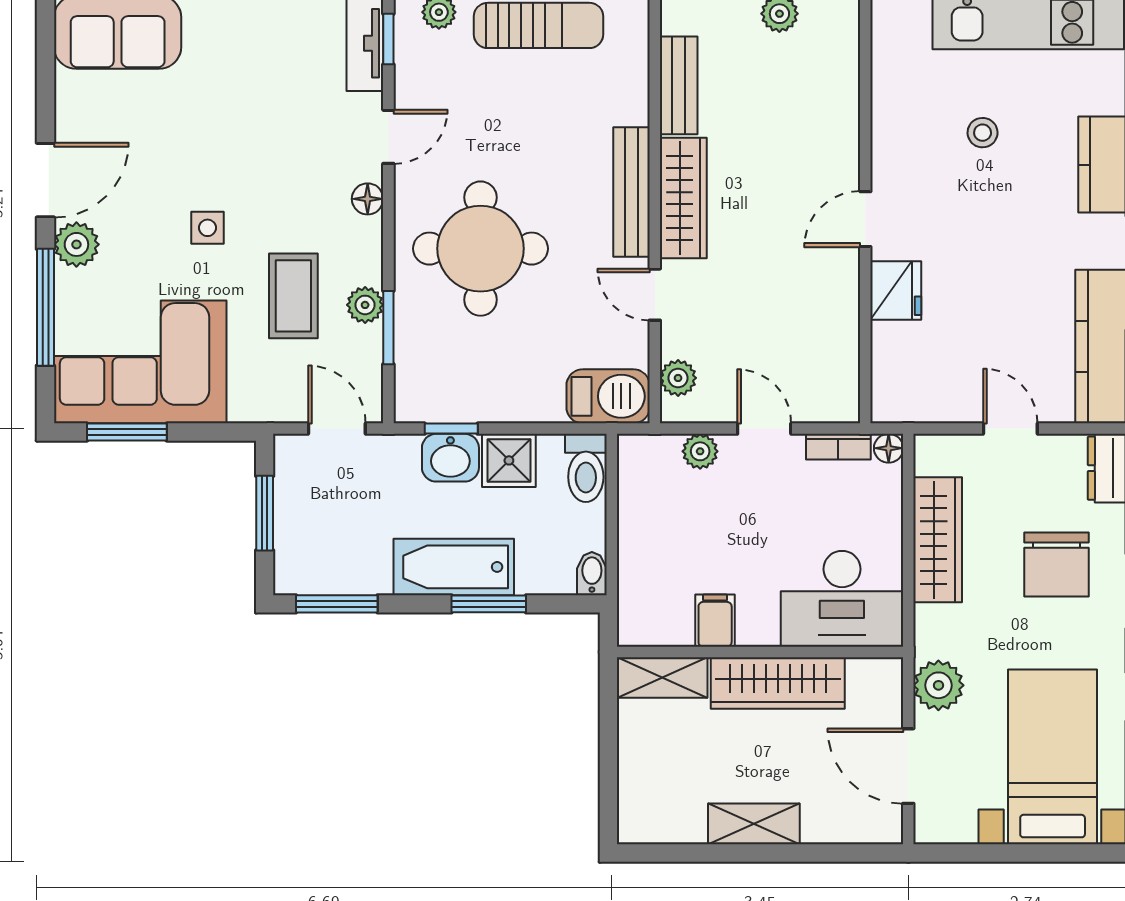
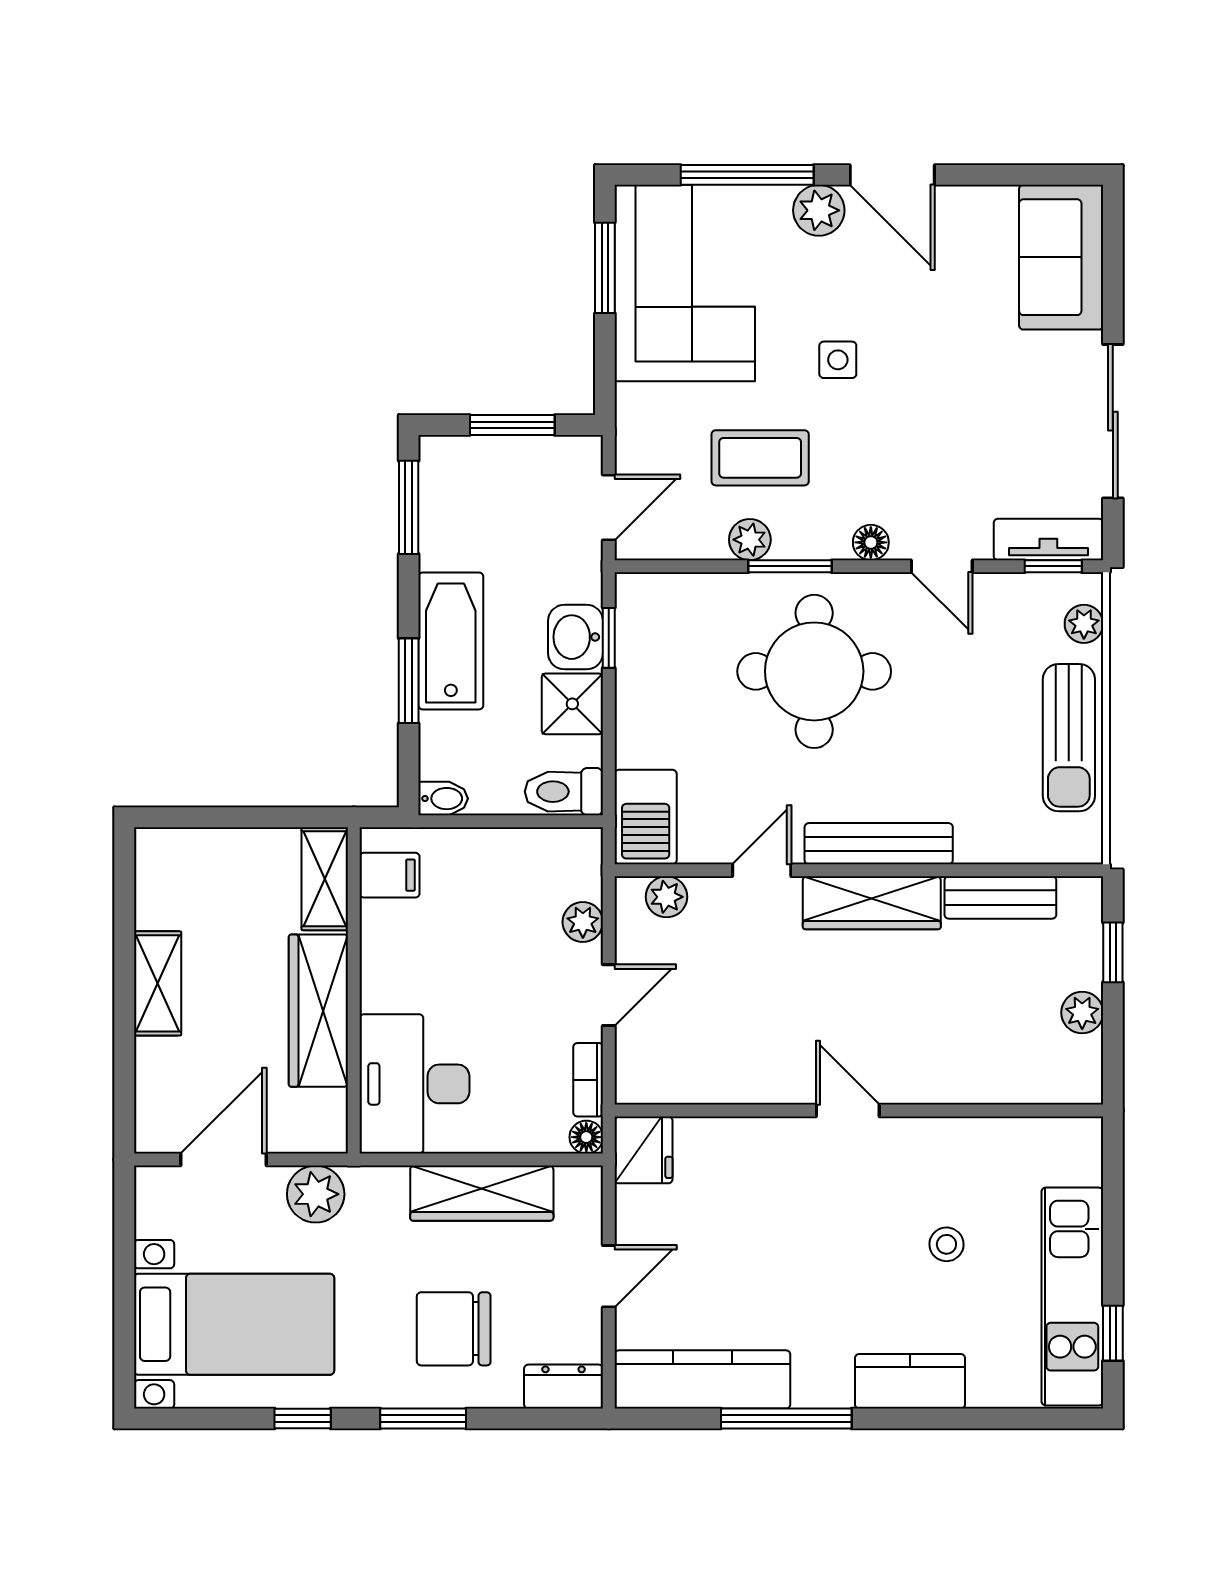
fridge: (896, 291) -> (644, 1150), moved, turned -90
window: (388, 328) -> (790, 566), moved
filing cabinet: (715, 621) -> (390, 875), moved

